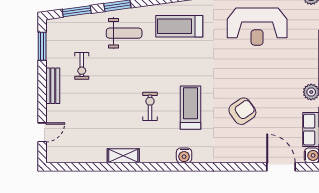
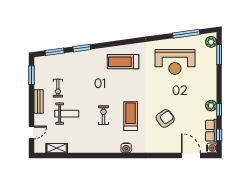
weight bench: (124, 33) -> (67, 114), moved
shelving: (123, 156) -> (57, 148), moved

